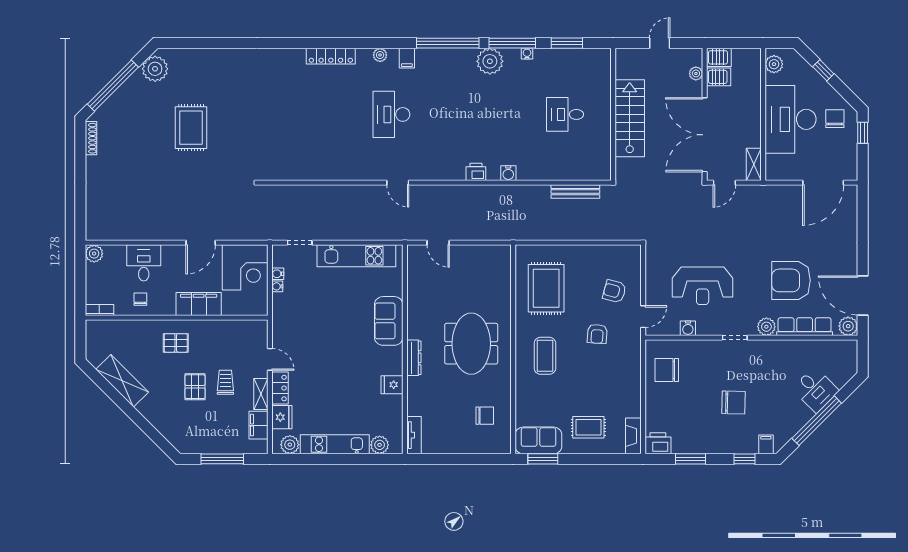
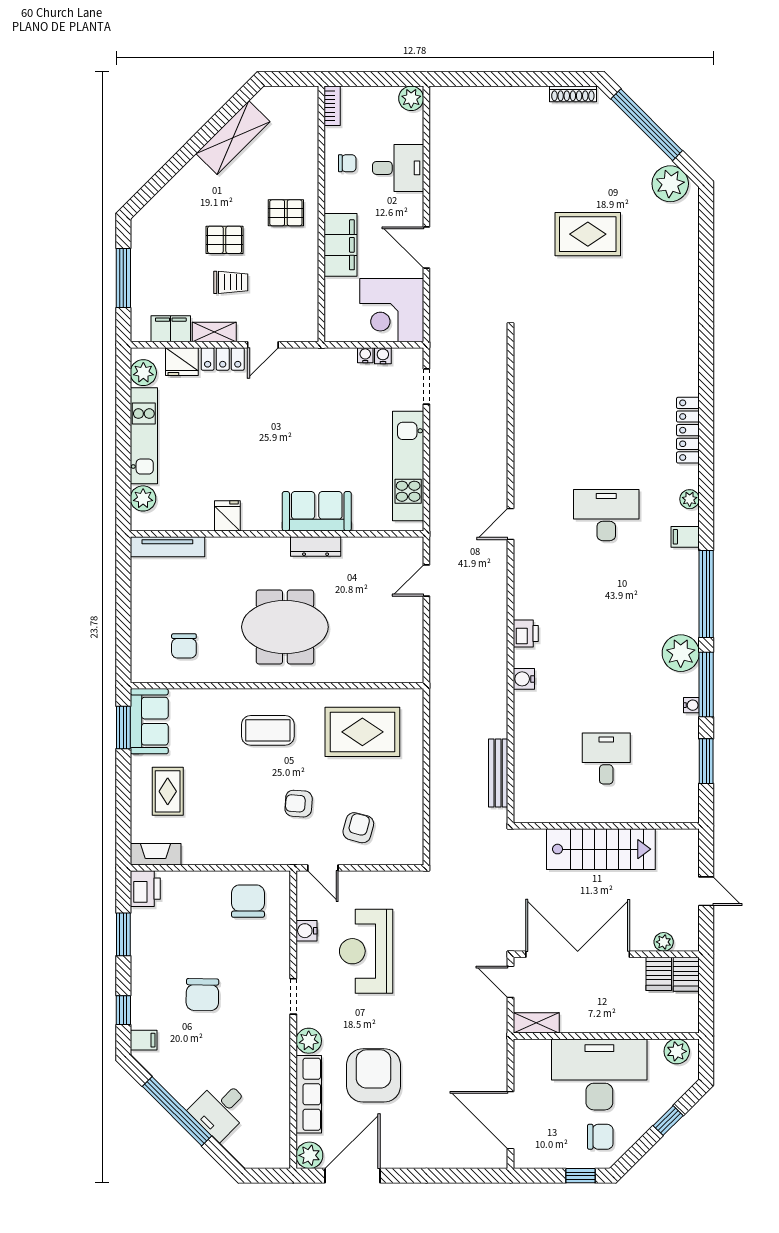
pallet: (176, 343) -> (286, 213), turned 90
dresser: (414, 358) -> (316, 546), moved
tv unit: (414, 435) -> (167, 547), width x1.41

